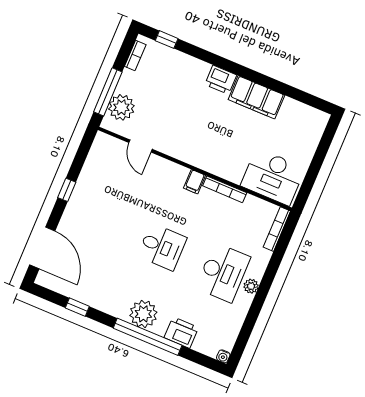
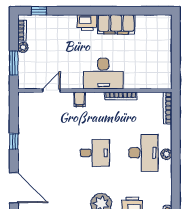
window: (108, 92) -> (14, 63), width x0.69
plant: (121, 107) -> (23, 47), moved, width x0.53, depth x0.53
door: (141, 146) -> (51, 90), swing flipped
desk: (273, 177) -> (103, 74), moved
filing cabinet: (194, 182) -> (80, 99), moved

